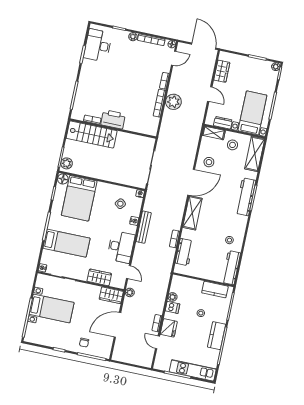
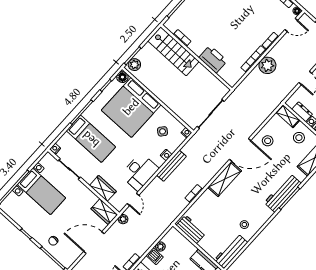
printer: (113, 119) -> (213, 59), moved
bed: (79, 198) -> (131, 107), width x1.36
workbench: (184, 252) -> (191, 229), moved, turned -90

